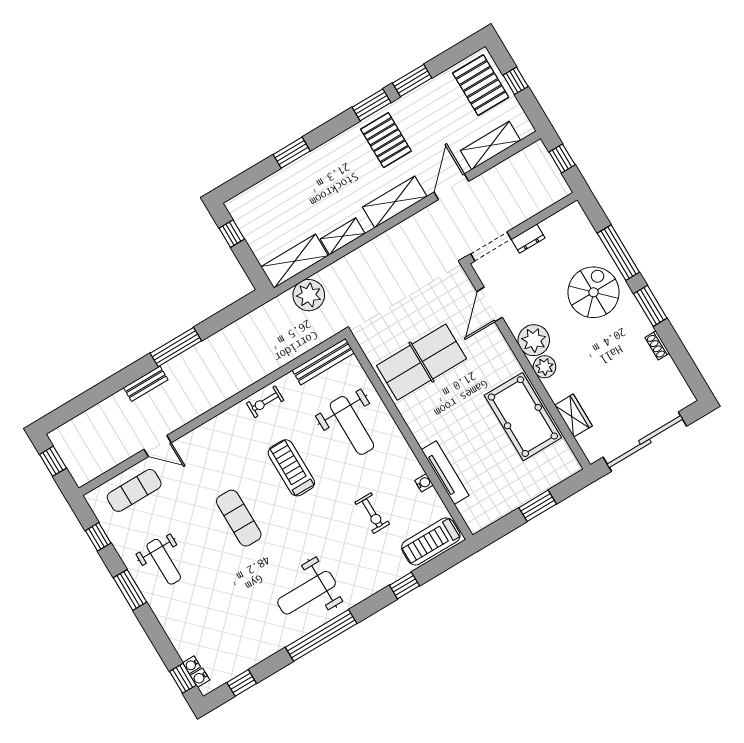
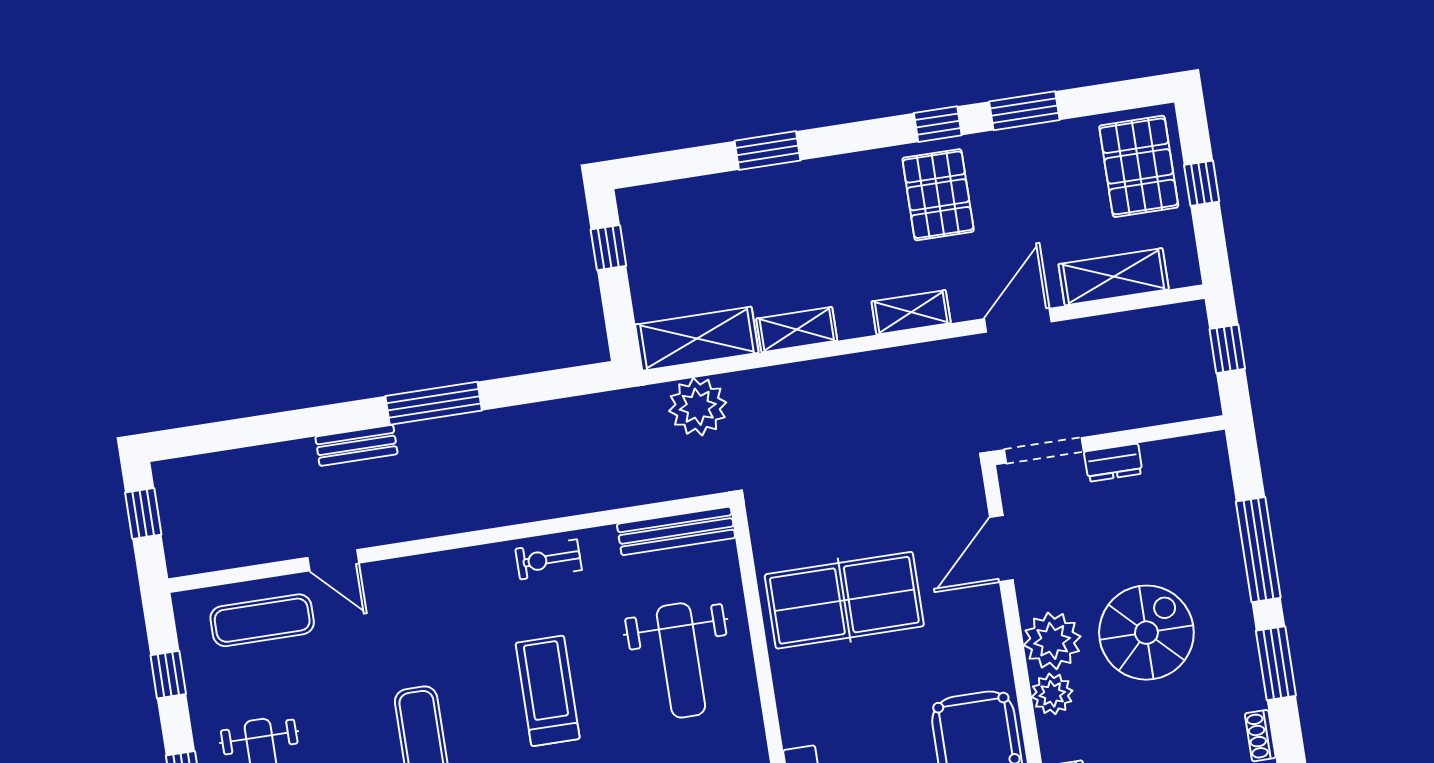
window: (371, 105) -> (938, 124), width x0.67
shelving: (395, 202) -> (911, 312), width x0.67, depth x0.75
spiral stairs: (594, 292) -> (1146, 633), moved

